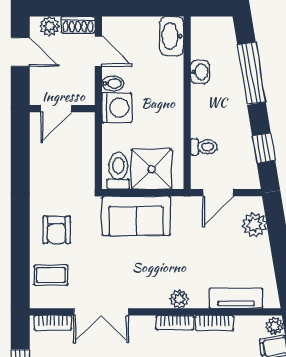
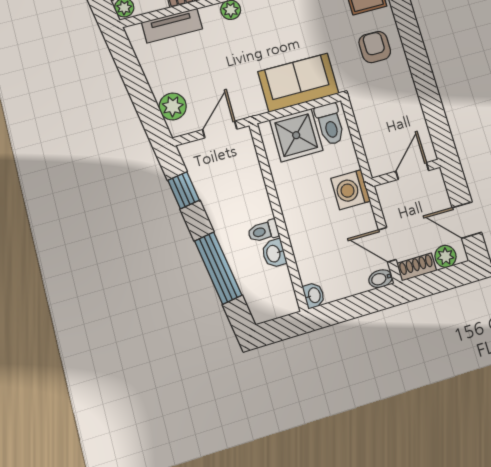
washbasin: (172, 36) -> (314, 295), width x0.52, depth x0.69
bidet: (113, 83) -> (381, 279), moved
toilet: (204, 147) -> (263, 231), moved

